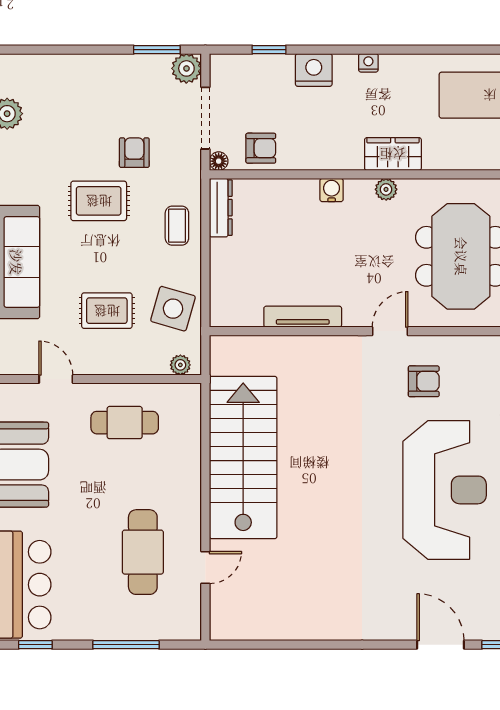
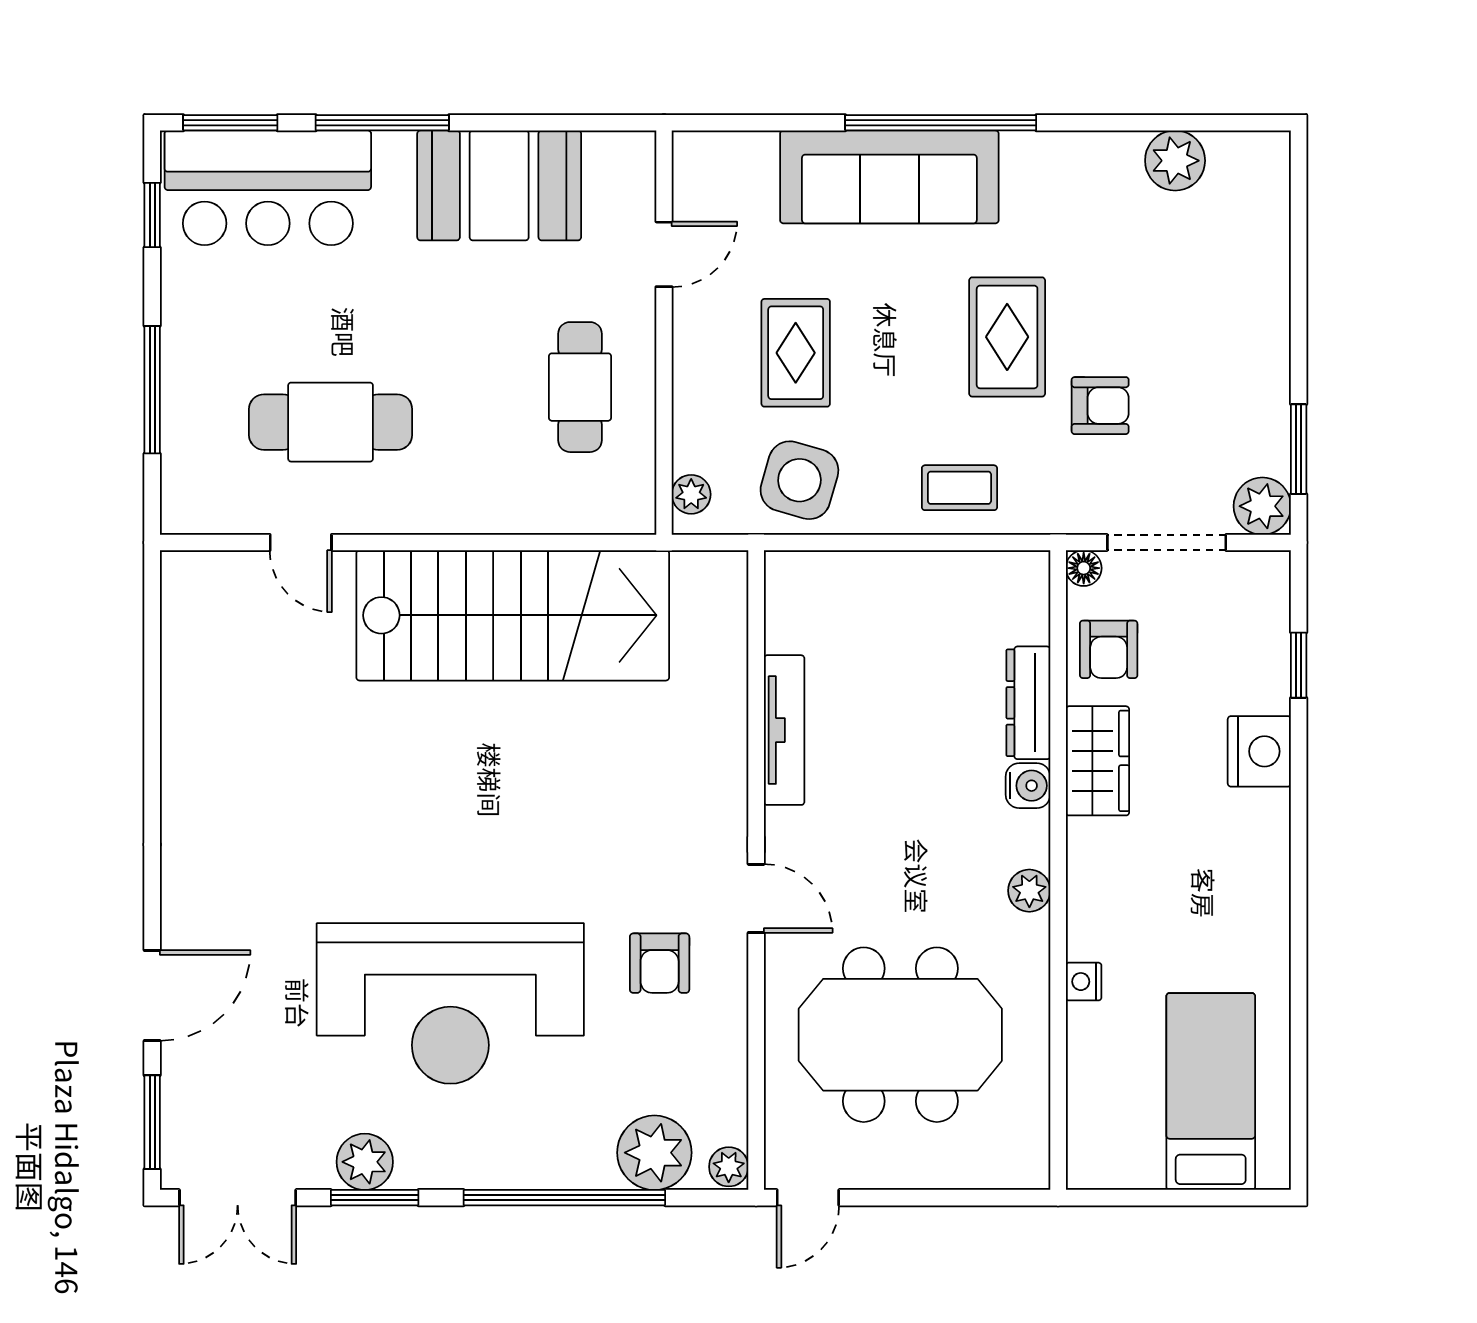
nightstand: (368, 63) -> (1084, 982), moved, turned 180
wardrobe: (393, 154) -> (1097, 761), moved
dresser: (221, 208) -> (1028, 703), moved, turned 90

